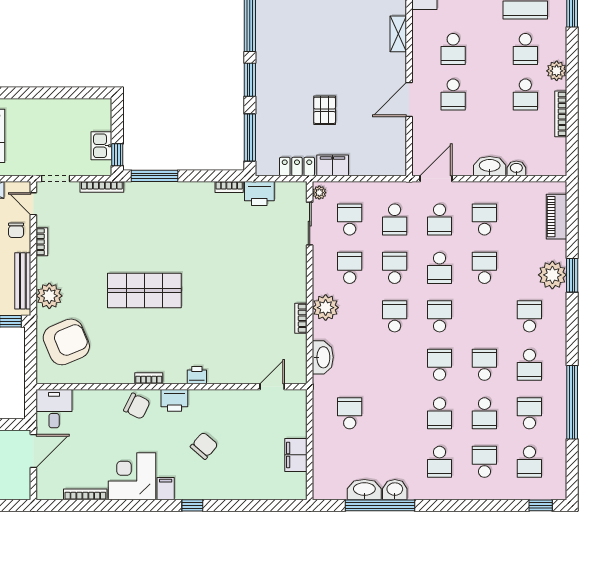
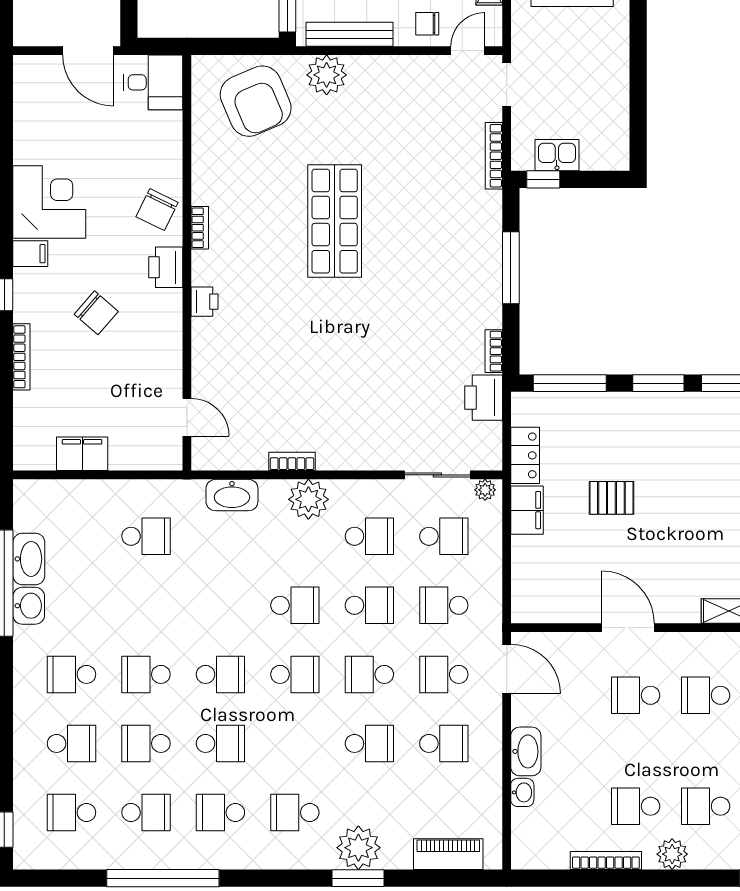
window: (155, 176) -> (511, 268), moved
bookcase: (42, 242) -> (409, 64), removed
school desk: (529, 316) -> (295, 812), turned 180
bookcase: (85, 494) -> (21, 357), moved

